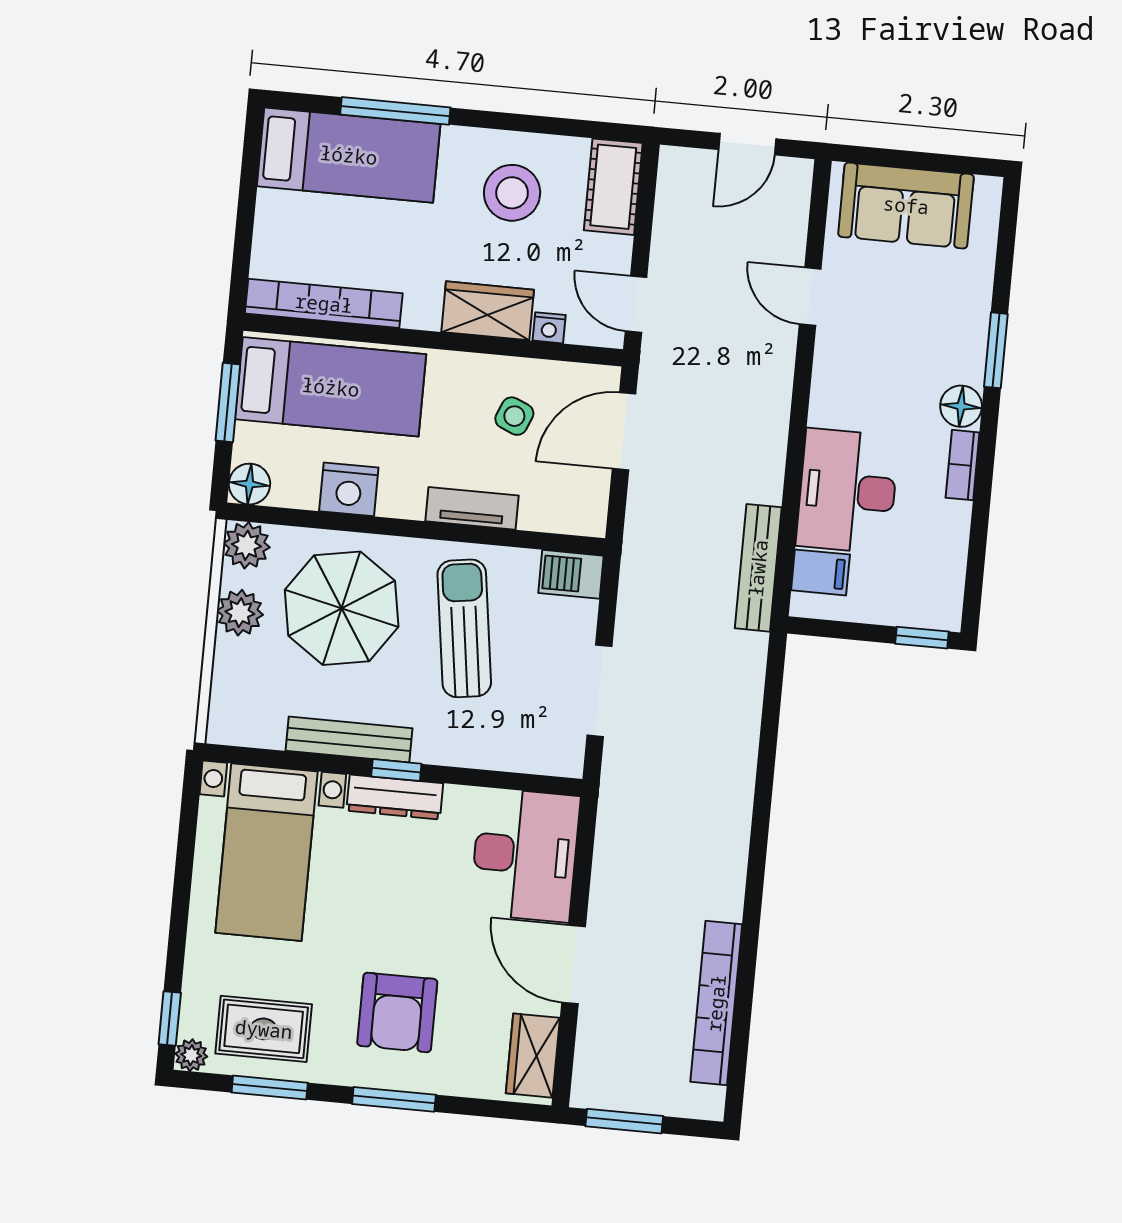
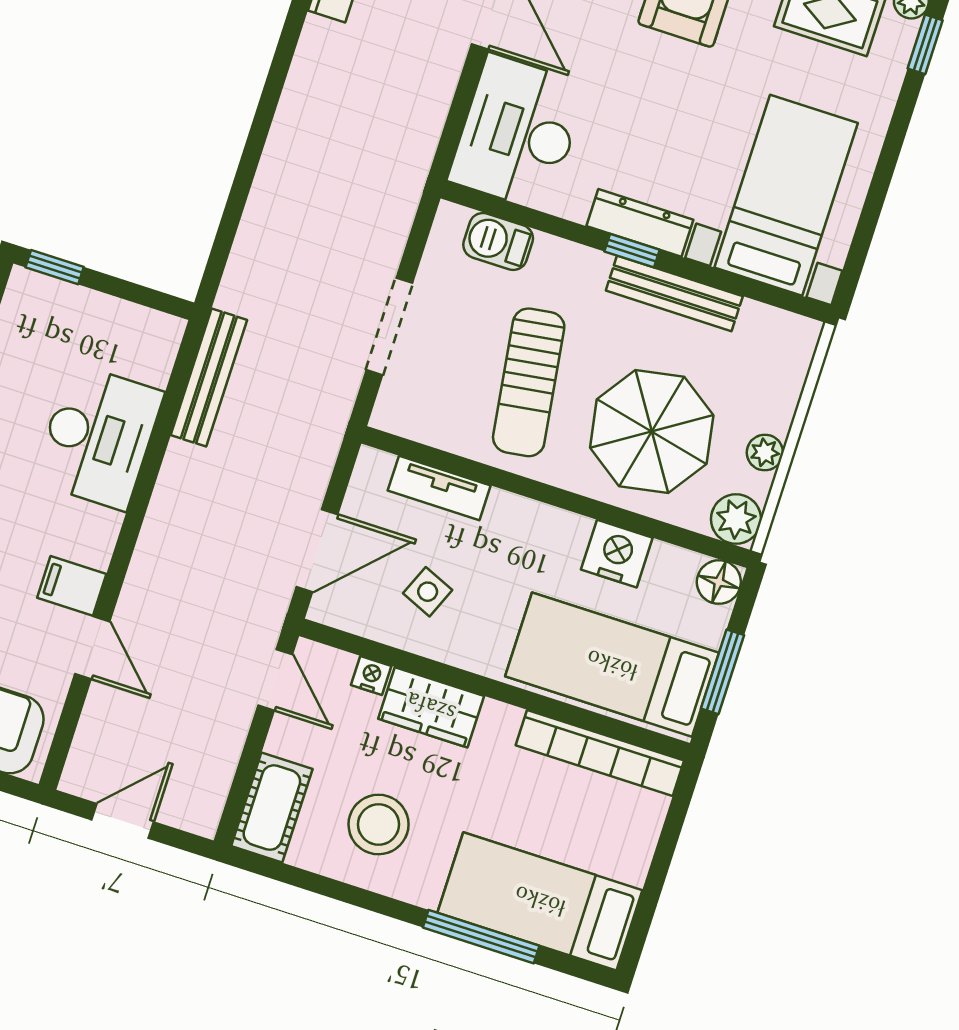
tv unit: (472, 508) -> (439, 488), moved
filing cabinet: (820, 572) -> (72, 586), moved
barbecue: (571, 574) -> (498, 241), moved, turned 180
plant: (240, 613) -> (765, 452), width x0.73, depth x0.73
doorway: (600, 691) -> (389, 327), moved

